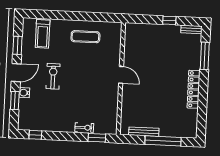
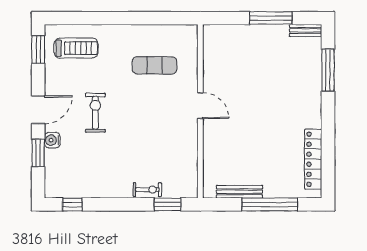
window: (169, 20) -> (271, 18), width x2.17
treadmill: (43, 34) -> (76, 48), turned -90
exercise mat: (85, 37) -> (155, 65), moved
window: (17, 45) -> (38, 50), moved
locker: (194, 89) -> (313, 159), moved

